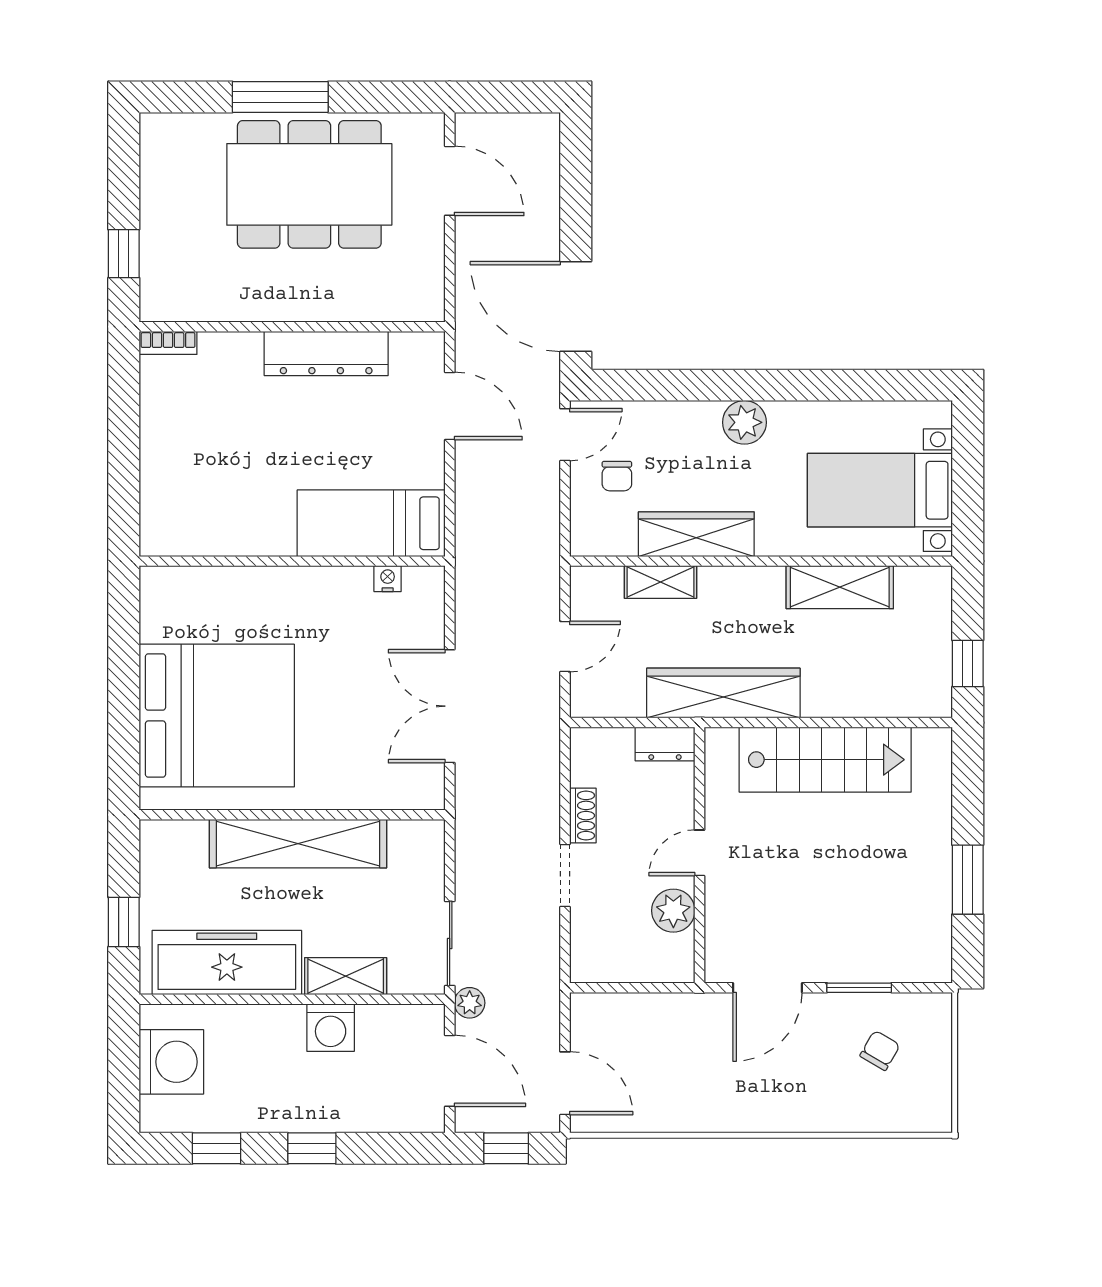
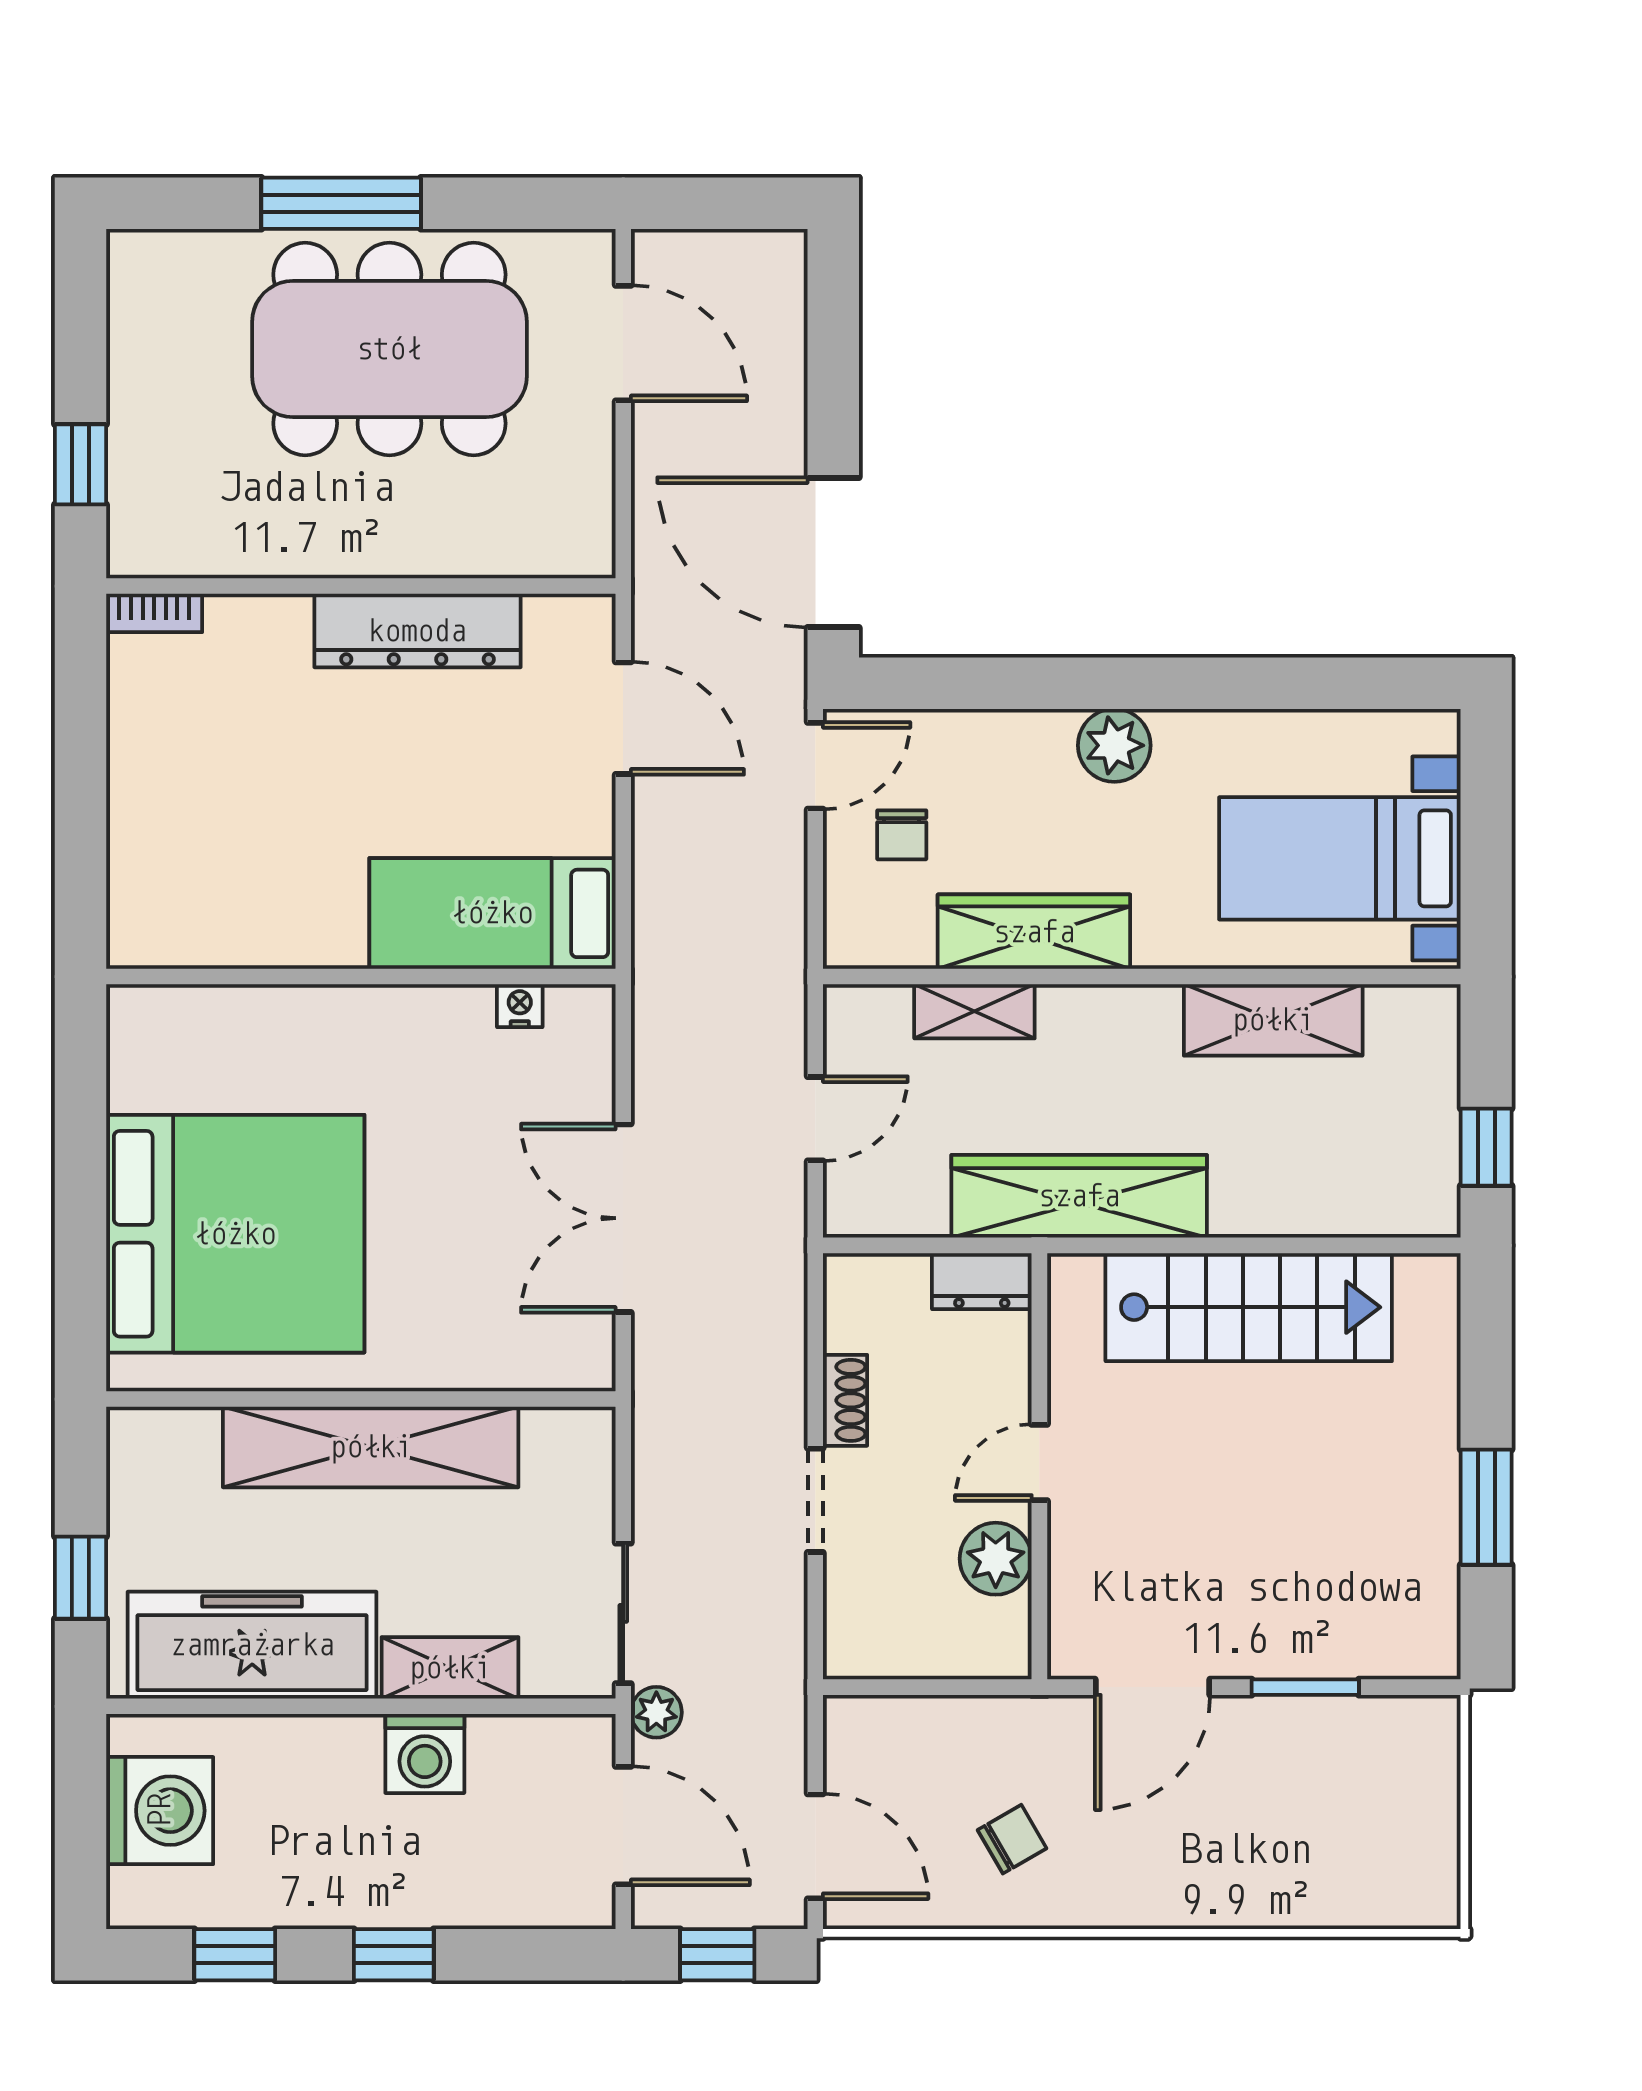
chair: (880, 1050) -> (1012, 1839), moved, turned 30

